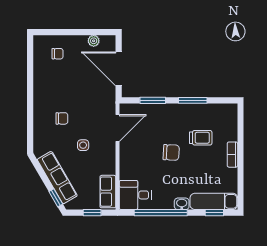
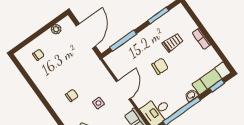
door: (119, 69) -> (86, 36), swing flipped
window: (153, 100) -> (123, 41), width x1.44
window: (193, 100) -> (158, 16), moved
door: (118, 128) -> (123, 90), moved

